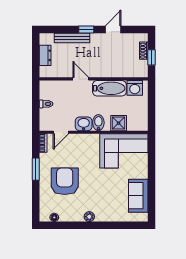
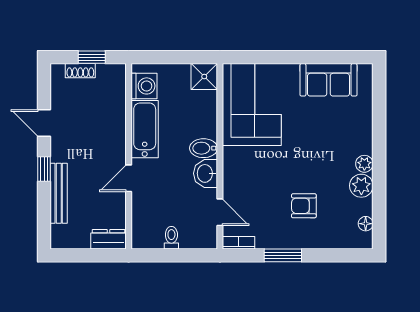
dresser: (45, 55) -> (109, 239), moved
shower: (119, 123) -> (204, 77), moved
armchair: (65, 181) -> (304, 206), width x0.53, depth x0.53
plant: (76, 215) -> (361, 186), added

